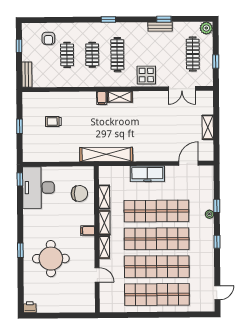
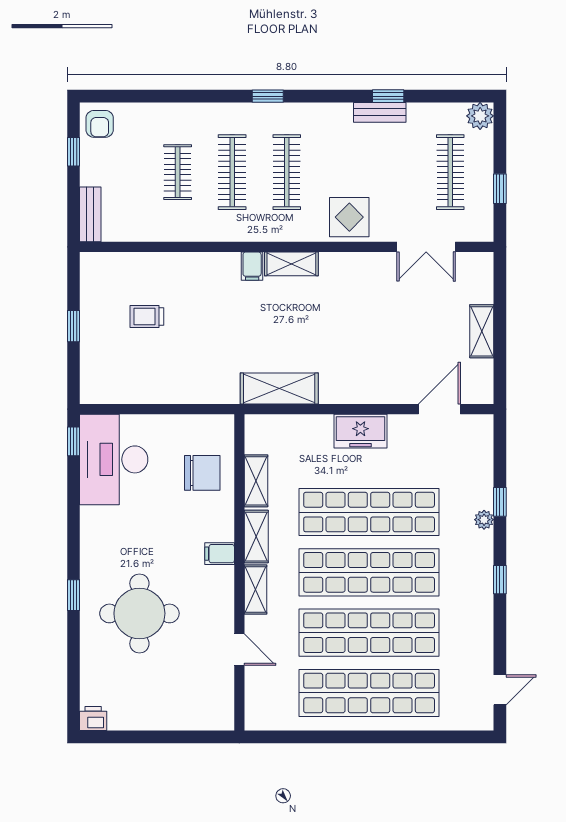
armchair: (48, 38) -> (100, 124), moved
clothes rail: (92, 55) -> (232, 172), width x1.36
shelving: (106, 154) -> (279, 388), width x0.68
freezer: (147, 174) -> (360, 431), width x0.71

